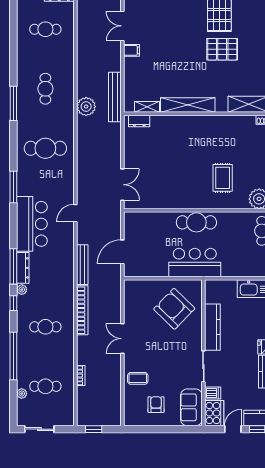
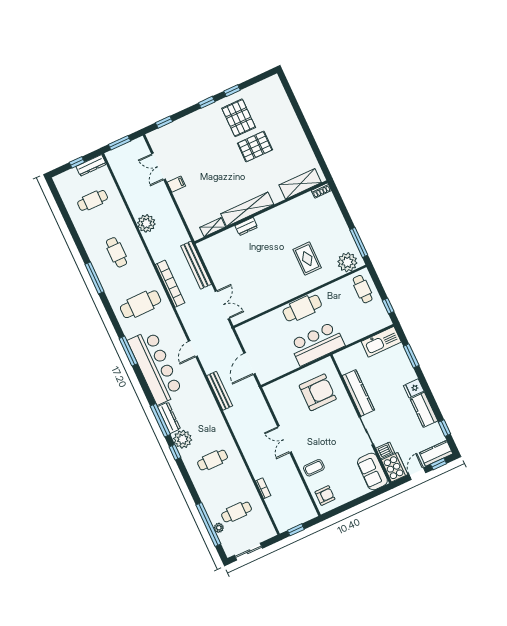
bench: (115, 97) -> (196, 265), moved
plant: (86, 107) -> (146, 223), moved
dresser: (139, 121) -> (246, 226), moved
bar counter: (32, 224) -> (155, 367), width x1.36
plant: (22, 290) -> (183, 439), width x1.88, depth x1.88
armchair: (174, 309) -> (318, 392), turned 136
bookcase: (82, 310) -> (170, 284), moved
window: (13, 356) -> (208, 524), moved
armchair: (156, 405) -> (325, 495), moved, turned 90

